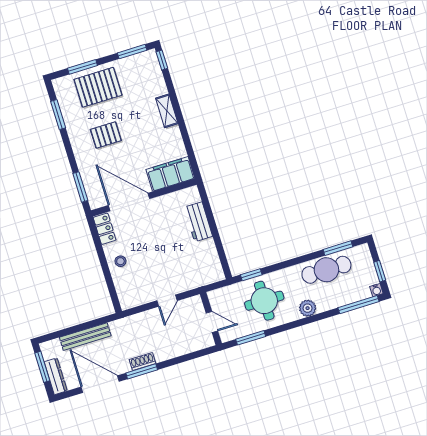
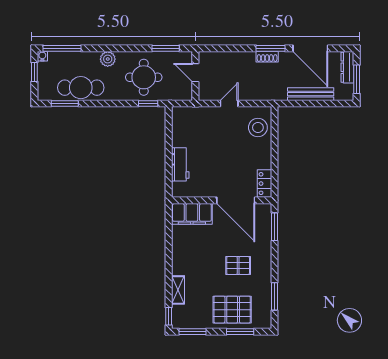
shelving: (167, 111) -> (178, 290), moved
stool: (120, 261) -> (258, 127), moved, width x1.89, depth x1.89

